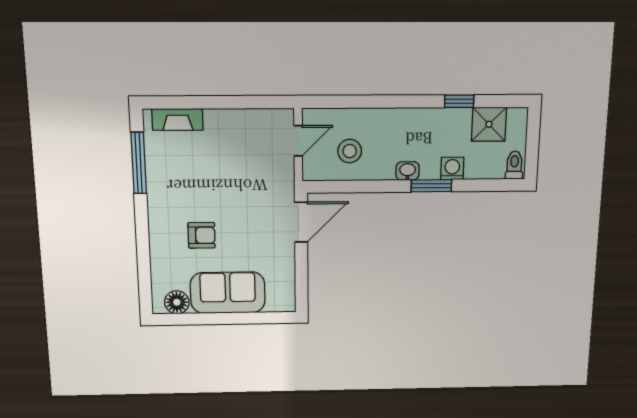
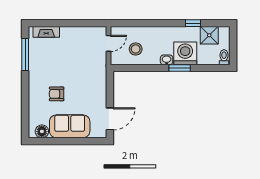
washing machine: (452, 169) -> (185, 53), width x1.89, depth x1.89
door: (301, 222) -> (110, 119), moved
armchair: (202, 235) -> (57, 94), turned 180

